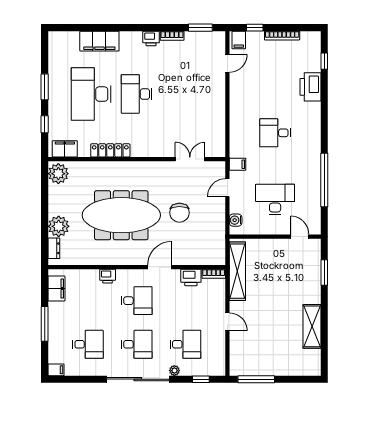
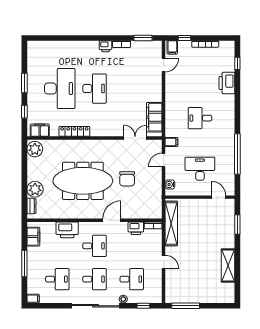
filing cabinet: (99, 41) -> (154, 117), moved, turned 90
desk: (91, 94) -> (60, 89), turned 180
desk: (137, 94) -> (94, 89), turned 180
printer: (108, 276) -> (67, 230), width x1.87, depth x1.48

